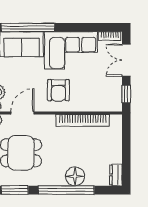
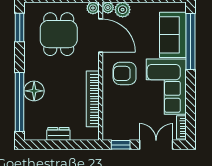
door: (22, 113) -> (101, 36), width x1.36
dresser: (116, 175) -> (58, 134), moved
window: (66, 190) -> (20, 102), moved

